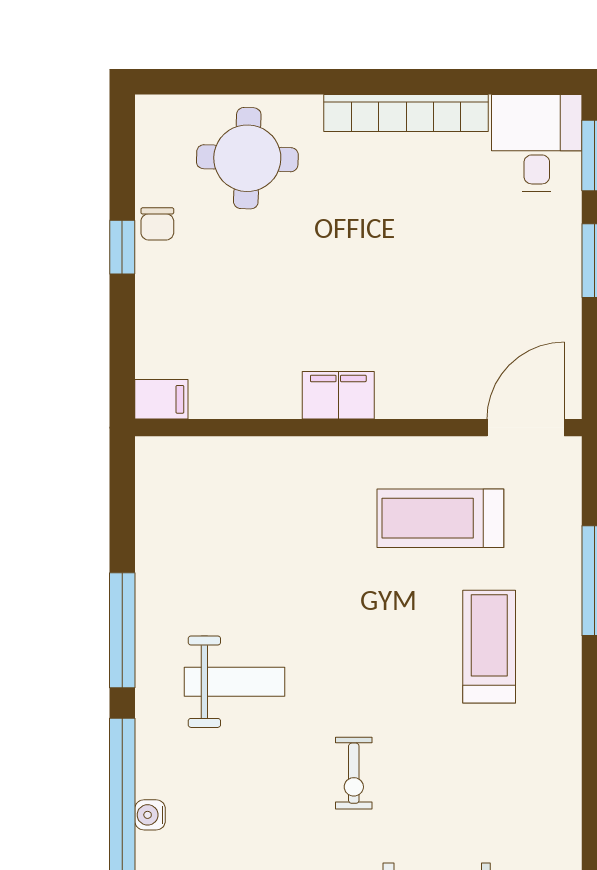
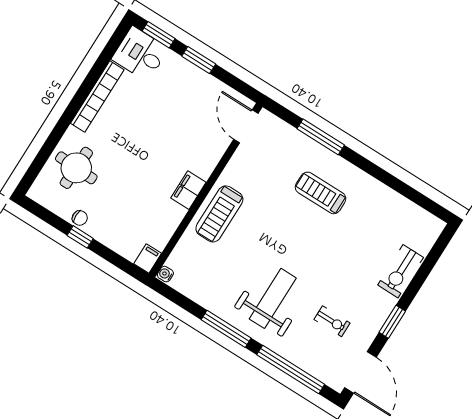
treadmill: (440, 518) -> (219, 214), moved
weight bench: (234, 682) -> (273, 298), width x1.36, depth x1.33
exercise bike: (354, 773) -> (332, 321), moved
water cooler: (150, 815) -> (165, 274), moved, turned 90

